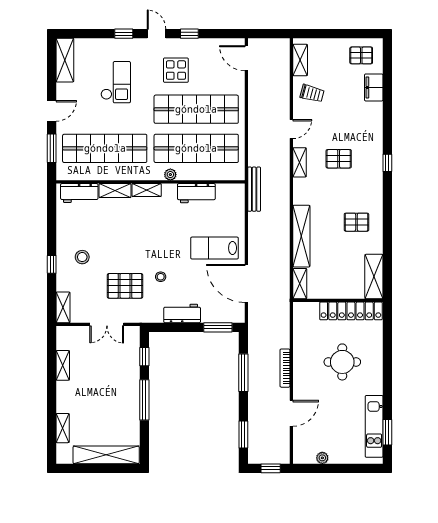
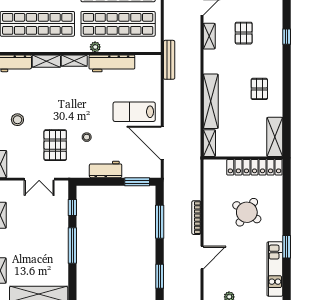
pallet: (339, 159) -> (244, 33), turned 90
workbench: (196, 193) -> (112, 63), width x1.37
pallet: (356, 222) -> (259, 89), turned 90
pallet: (125, 286) -> (55, 145), turned 90
round table: (342, 362) -> (247, 212), turned 34
window: (387, 432) -> (287, 247), moved

